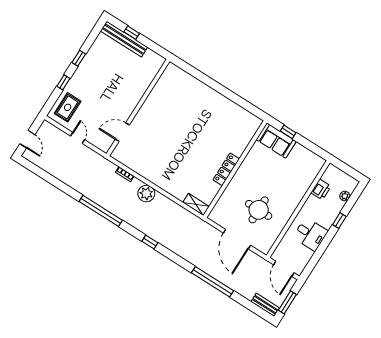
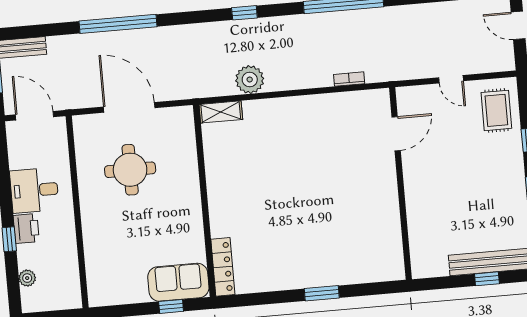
window: (214, 84) -> (322, 293), added
locker: (226, 169) -> (223, 267), moved
printer: (321, 189) -> (26, 228), moved, turned 180
plant: (146, 194) -> (250, 80), moved

